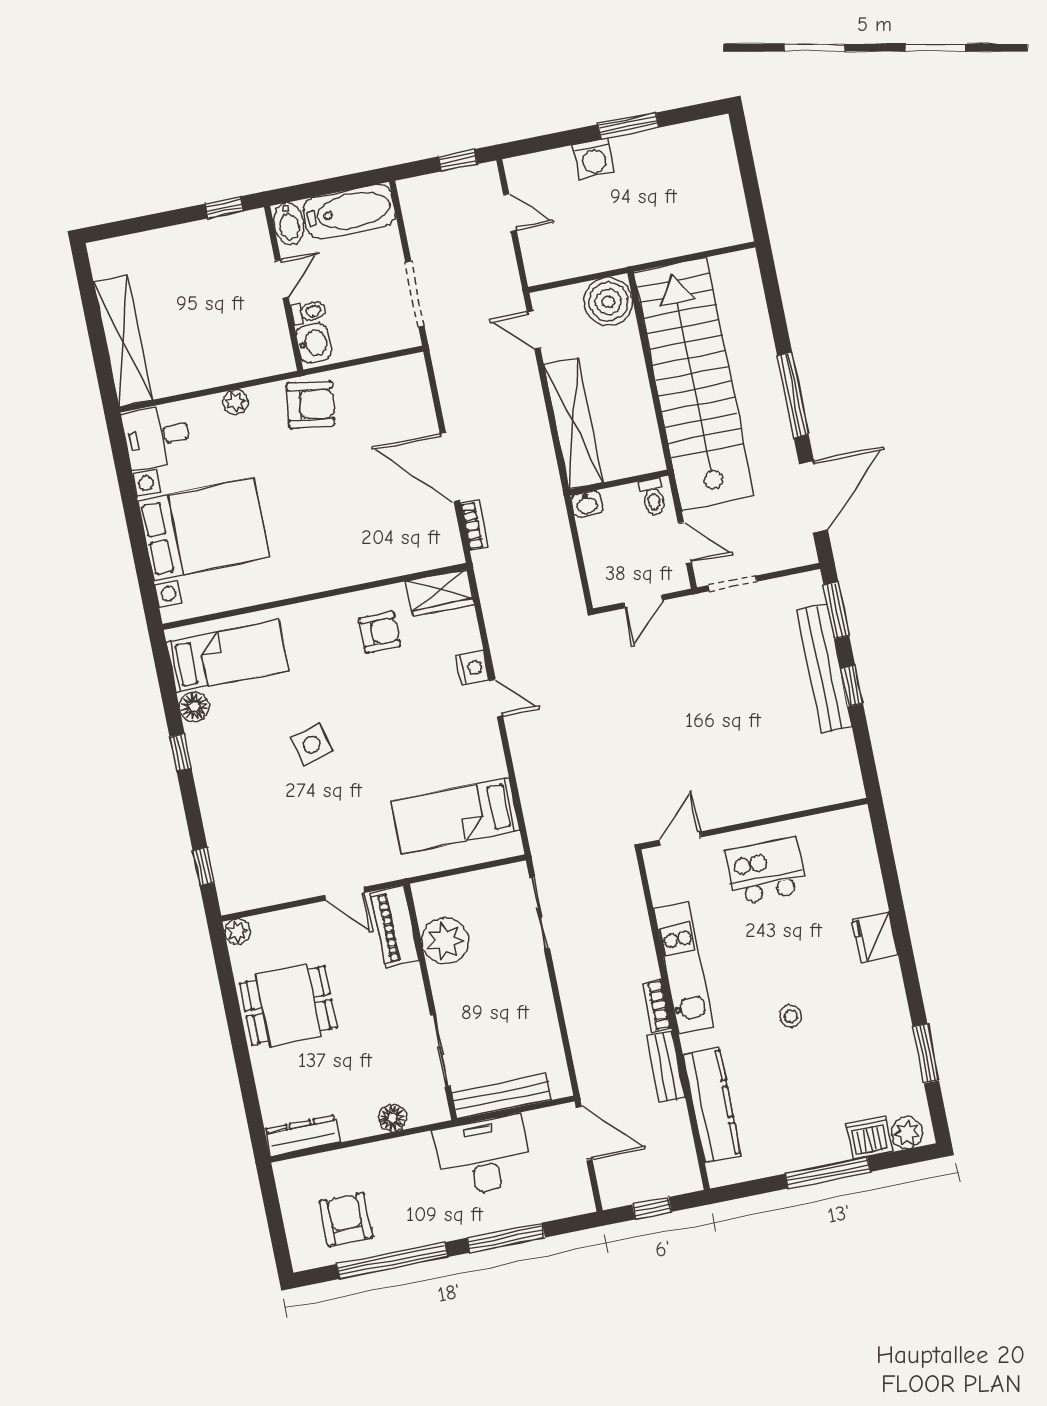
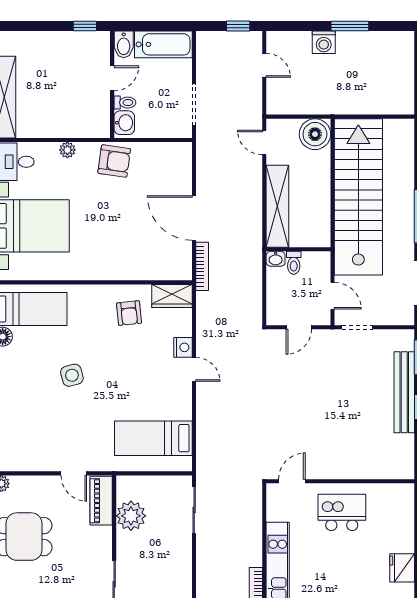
toilet: (653, 497) -> (294, 263), moved
bookcase: (474, 525) -> (202, 266), width x1.56
armchair: (380, 632) -> (129, 313), turned 84

